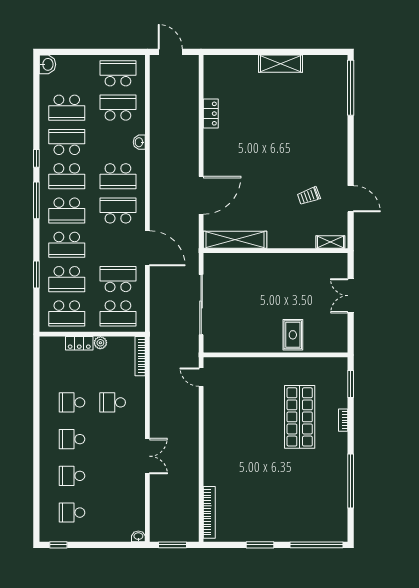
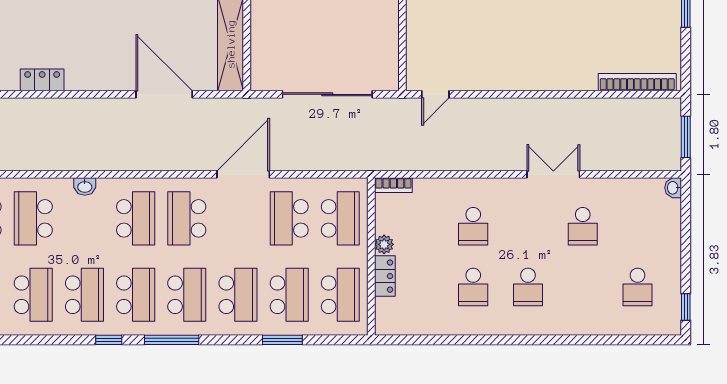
school desk: (67, 142) -> (84, 295), turned 180
bookcase: (140, 356) -> (393, 185), width x0.64
school desk: (72, 476) -> (583, 226), moved

